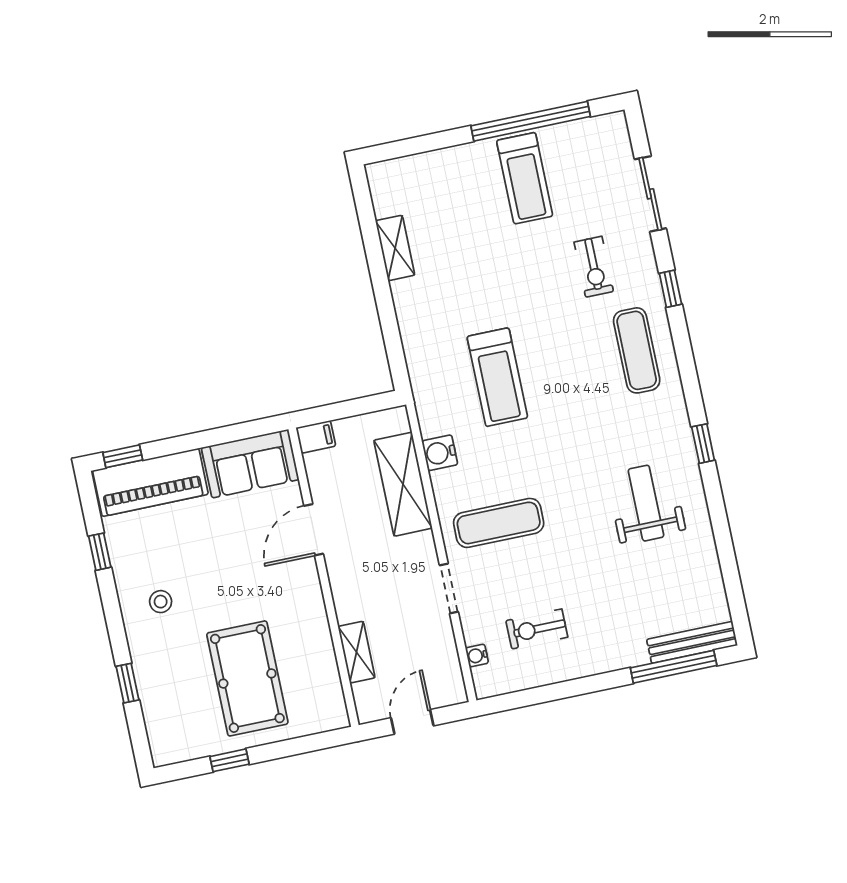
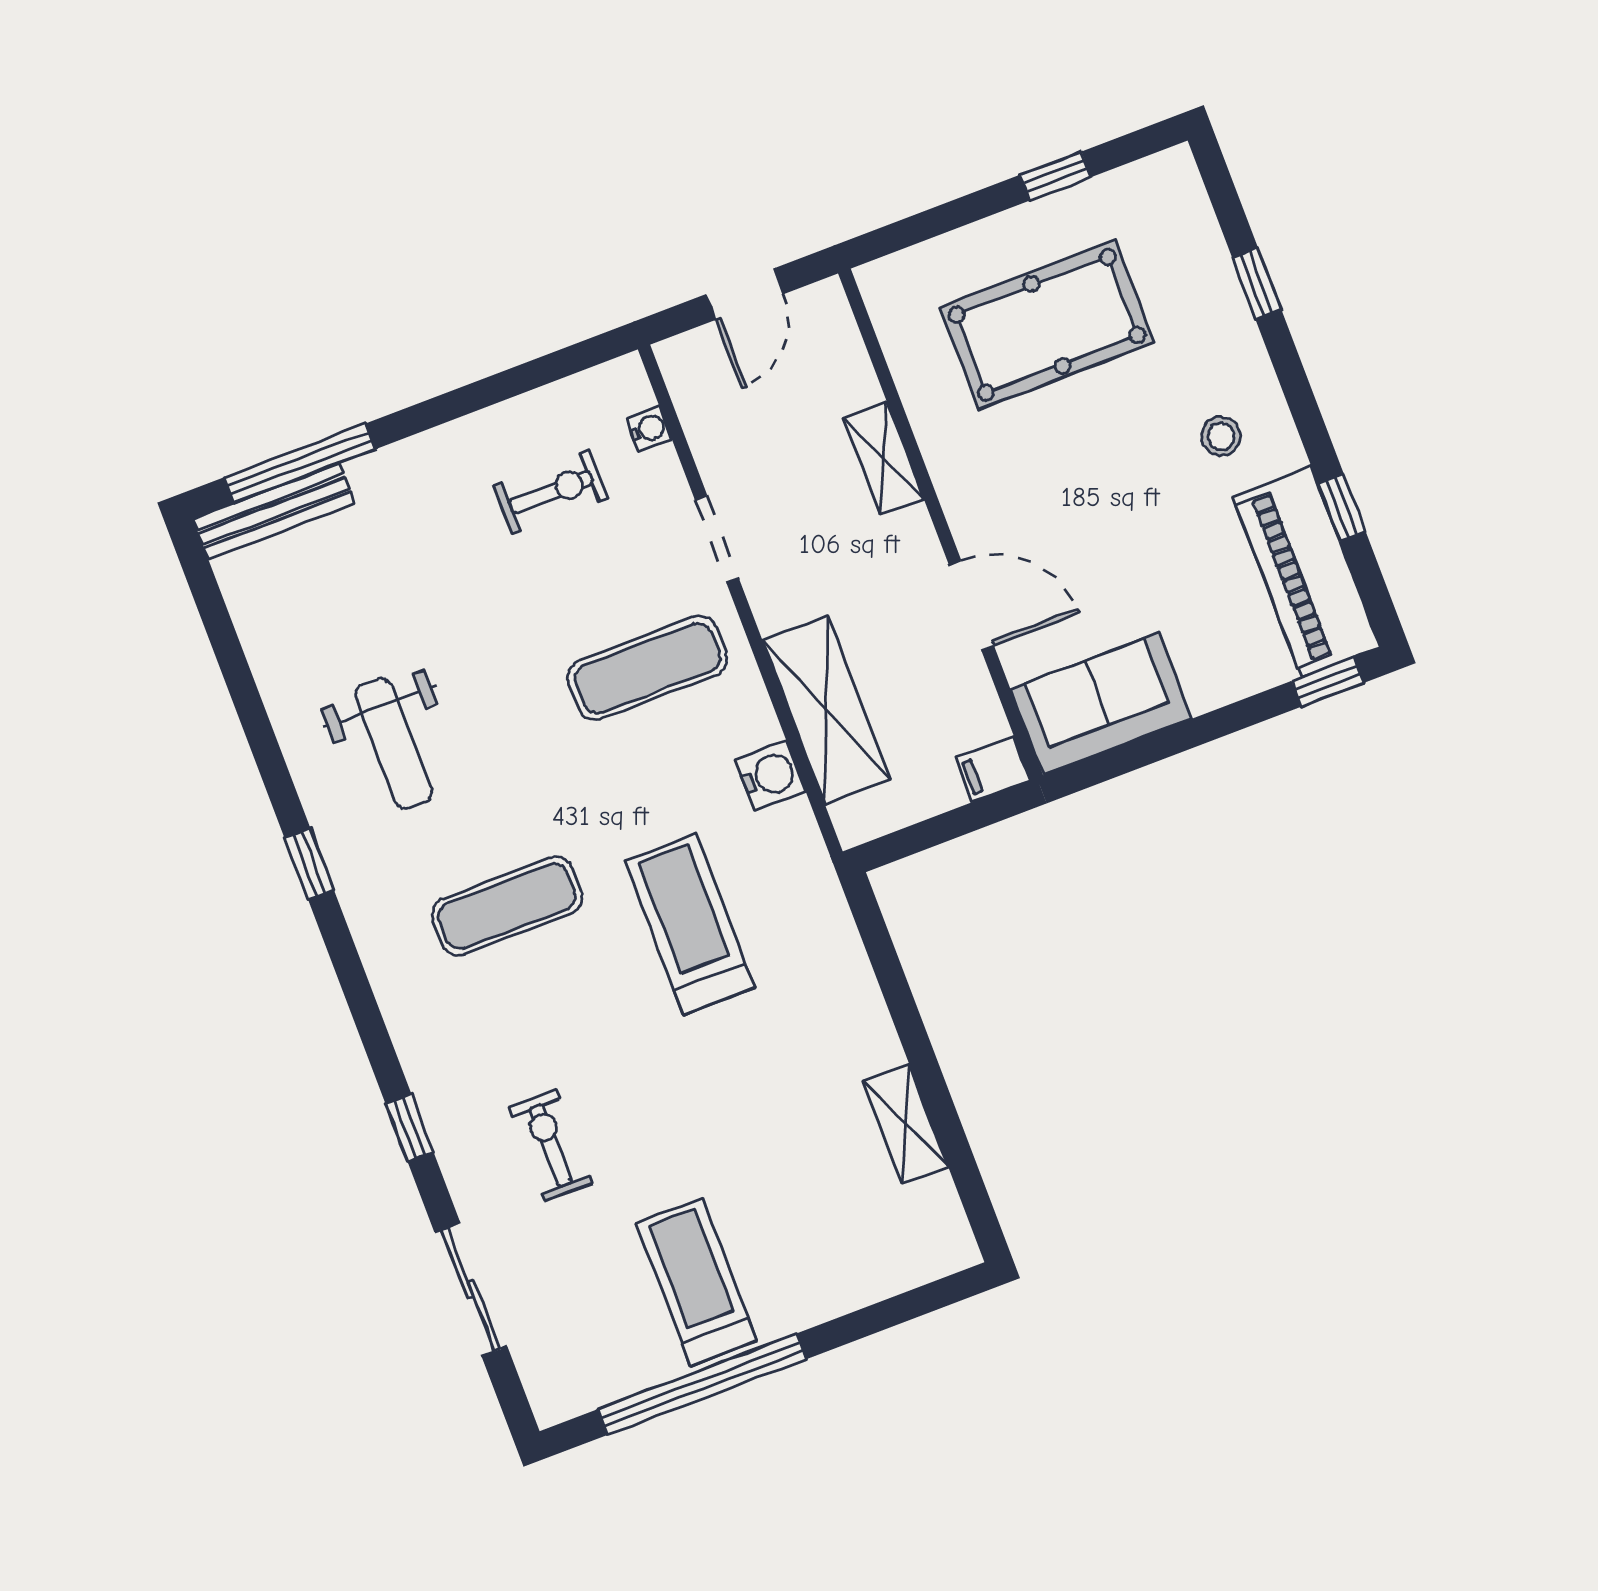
exercise mat: (637, 350) -> (507, 906), moved, turned 90
piano: (150, 482) -> (1306, 572), moved, turned -90
door: (314, 530) -> (971, 605), hinge flipped
shelving: (356, 652) -> (884, 458), moved
pool table: (247, 678) -> (1047, 325), turned 90

